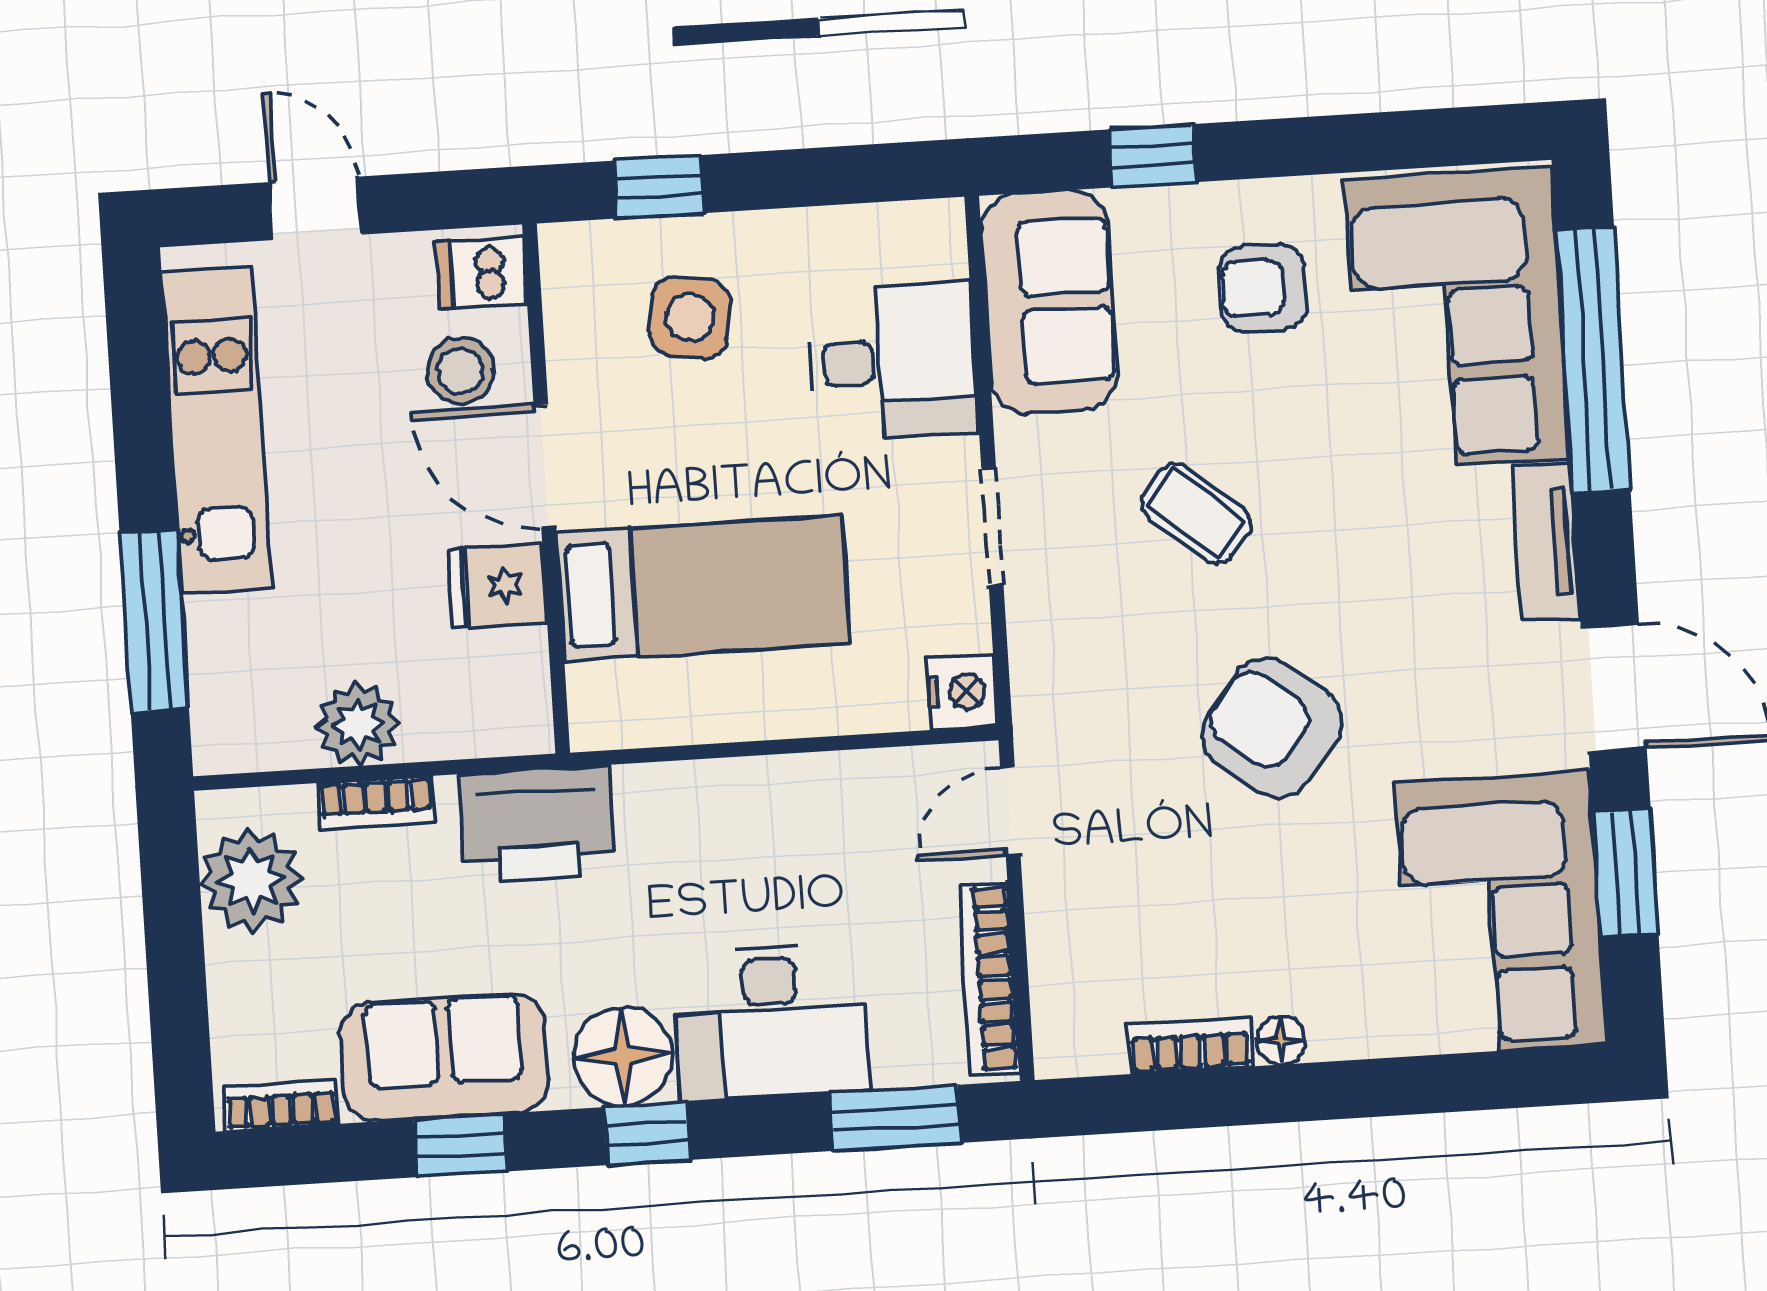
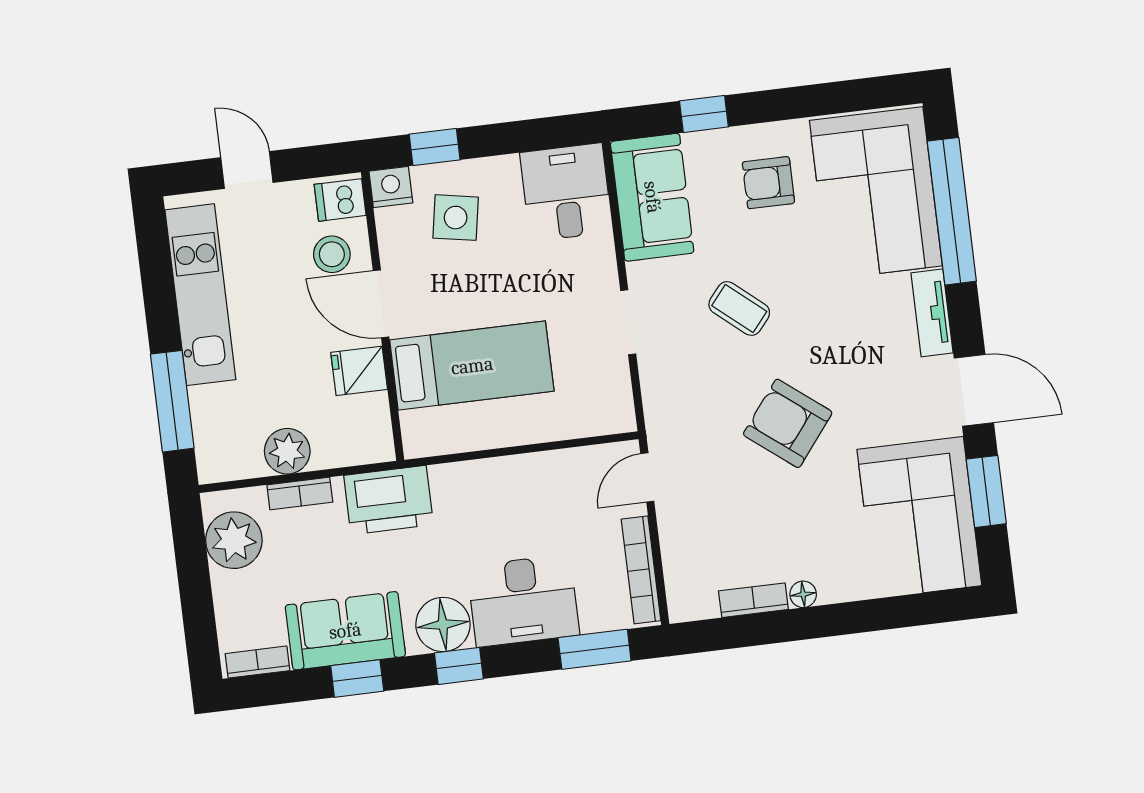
desk: (893, 361) -> (566, 192), moved, turned -90
nightstand: (962, 692) -> (391, 187), moved, turned -90

